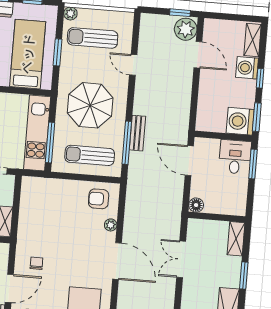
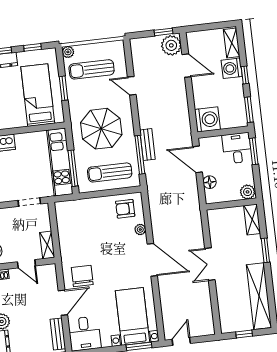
washing machine: (240, 121) -> (207, 119), moved, turned 180
floor lamp: (196, 205) -> (210, 182), moved
plant: (237, 207) -> (248, 192), added
double door: (181, 259) -> (210, 264), moved
chair: (36, 263) -> (82, 276), width x1.87, depth x1.87

